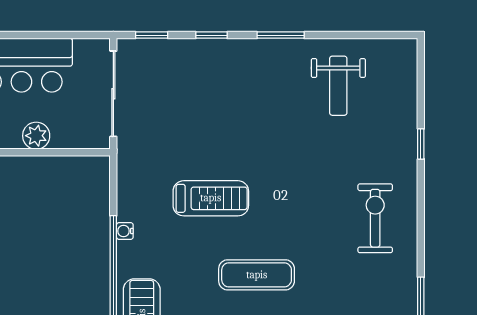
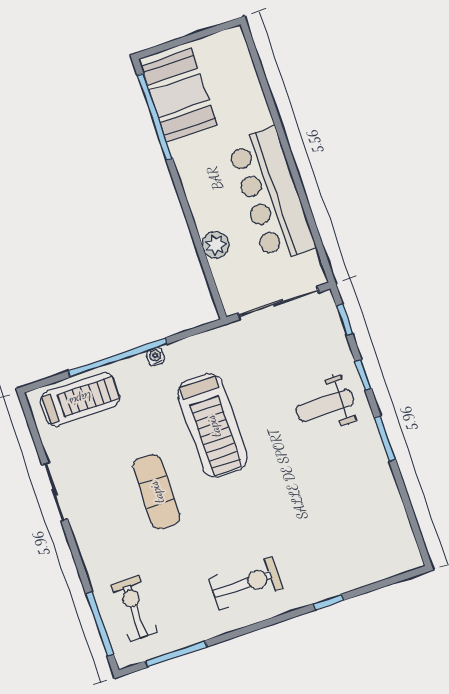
weight bench: (338, 86) -> (325, 405), moved
treadmill: (211, 198) -> (213, 426), width x1.37, depth x1.38

